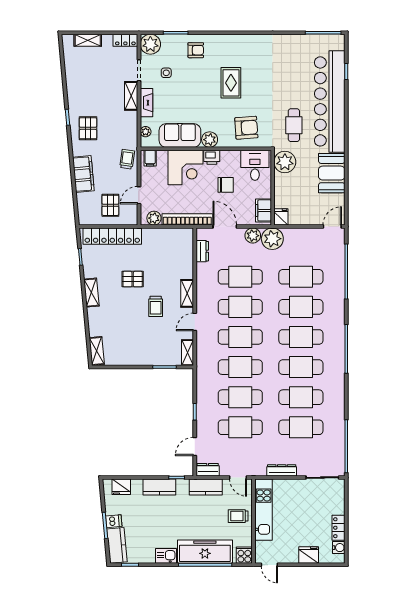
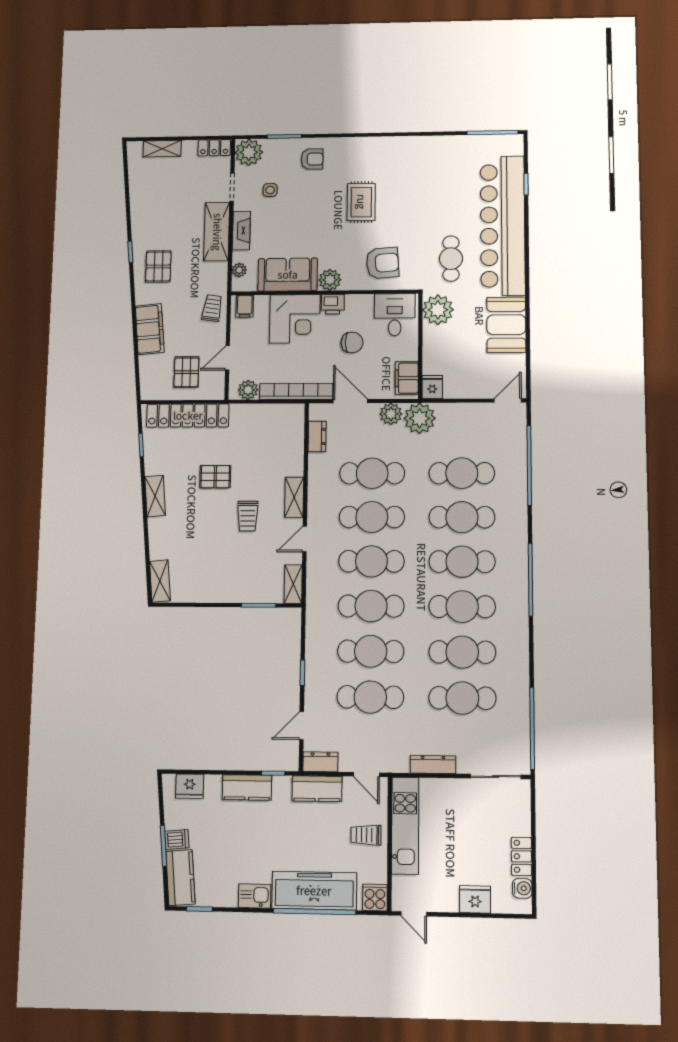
shelving: (131, 96) -> (217, 232), width x1.50, depth x1.33

